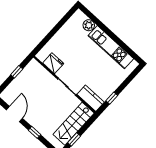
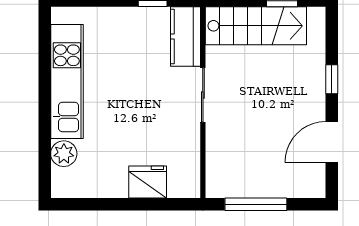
fridge: (53, 63) -> (148, 182), moved, turned 90
window: (17, 72) -> (256, 204), width x2.17

